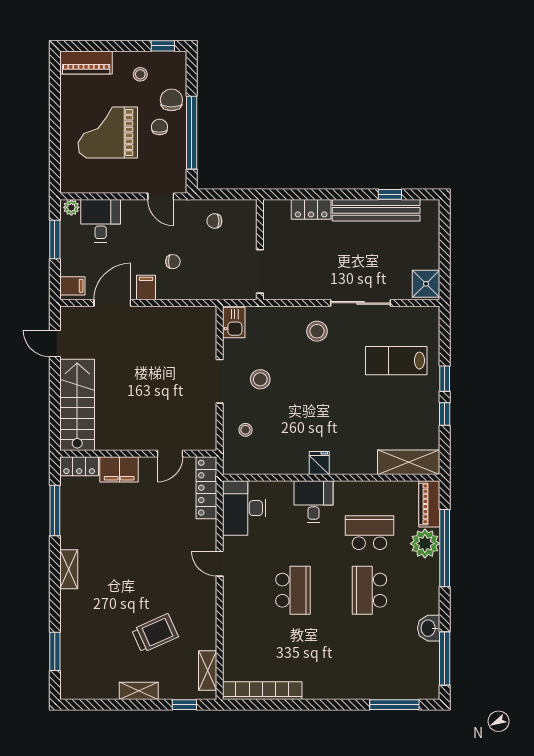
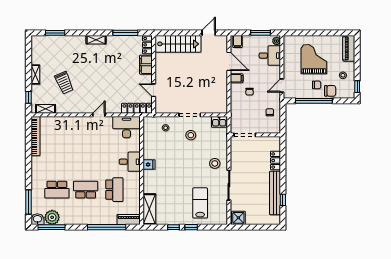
plant: (425, 544) -> (52, 217), moved
school desk: (293, 590) -> (57, 190), moved
washbasin: (429, 628) -> (37, 219), moved

